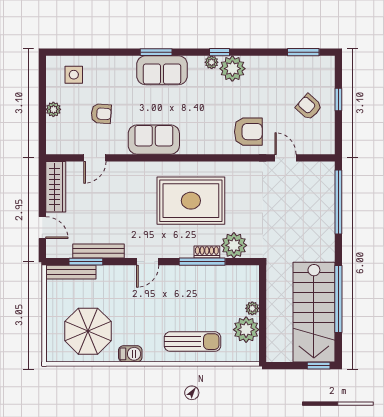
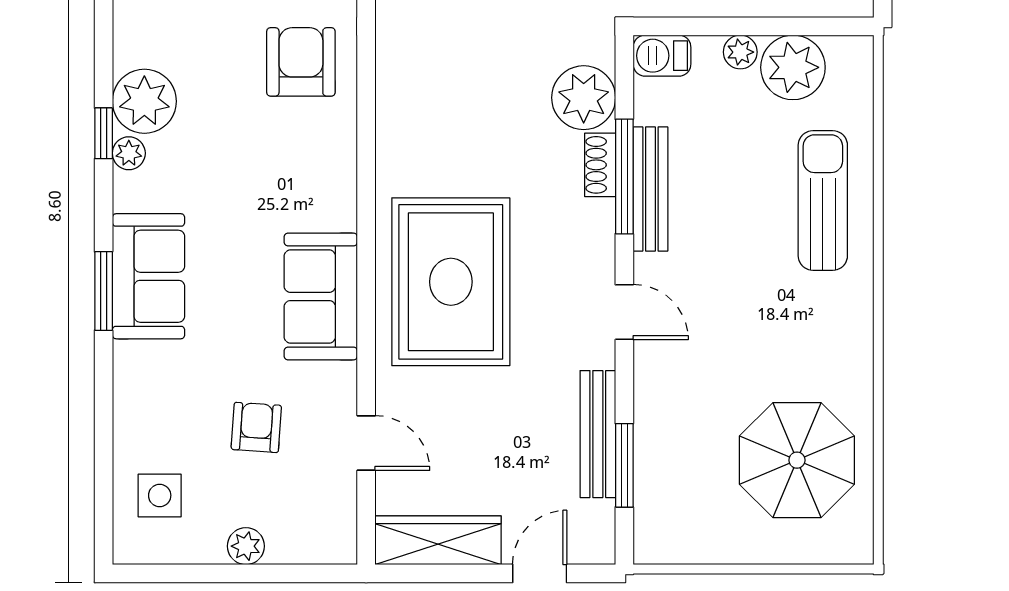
rug: (191, 201) -> (451, 282), moved
bench: (71, 272) -> (650, 189), moved
barbecue: (130, 354) -> (662, 56), moved, turned -90

